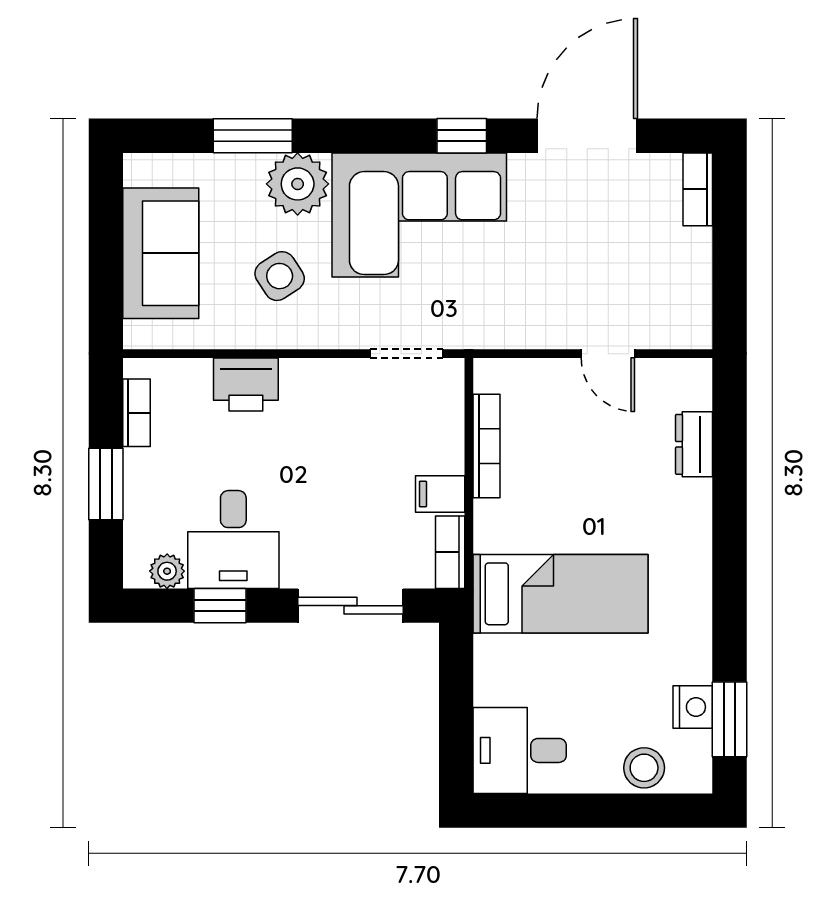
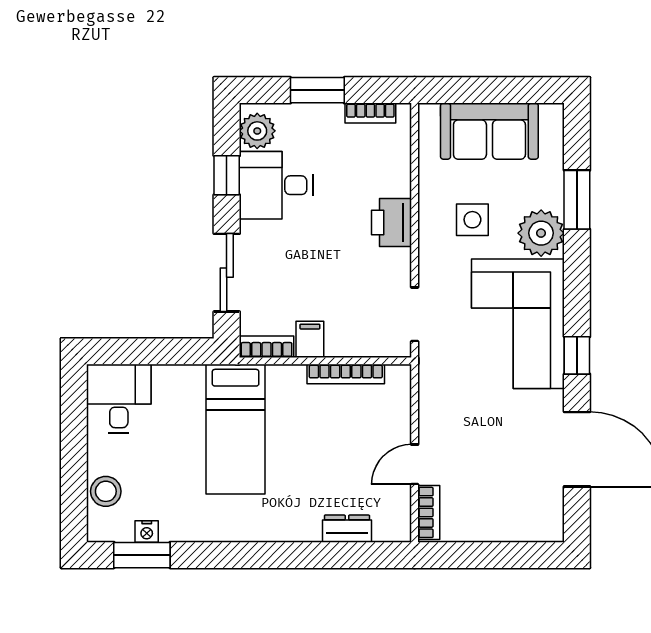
bookcase: (698, 189) -> (429, 512), moved, turned 90
side table: (280, 276) -> (472, 220), turned 33
printer: (246, 385) -> (392, 223), moved
plant: (167, 571) -> (257, 131), width x1.38, depth x1.38
nightstand: (693, 707) -> (147, 532), width x0.72, depth x0.74

